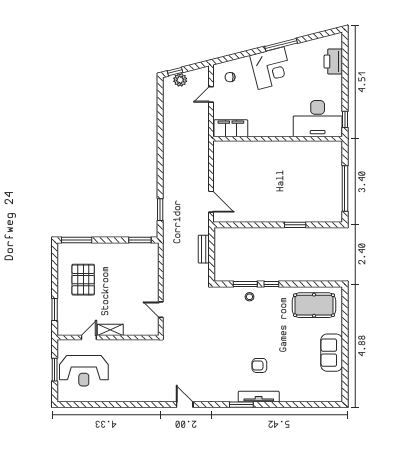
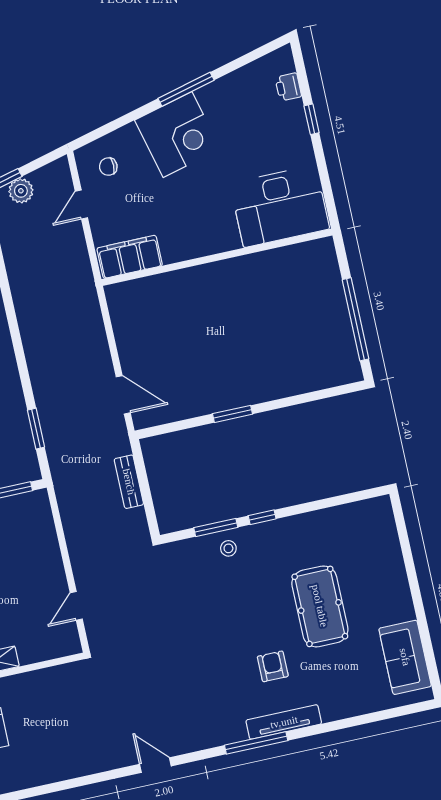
printer: (333, 62) -> (288, 87), width x0.53, depth x0.68
window: (345, 119) -> (312, 119), moved
window: (295, 225) -> (232, 414), moved
pool table: (314, 305) -> (320, 606), moved, turned 90
door: (161, 310) -> (76, 606), hinge flipped
sofa: (332, 353) -> (405, 657), moved
armchair: (259, 365) -> (273, 666), turned 90
window: (241, 405) -> (256, 743), width x1.44

